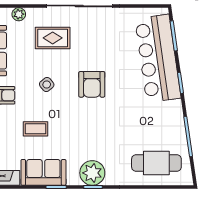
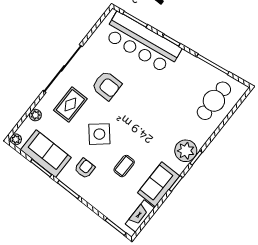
side table: (47, 84) -> (99, 134), width x1.87, depth x1.87
armchair: (92, 84) -> (107, 86), moved

